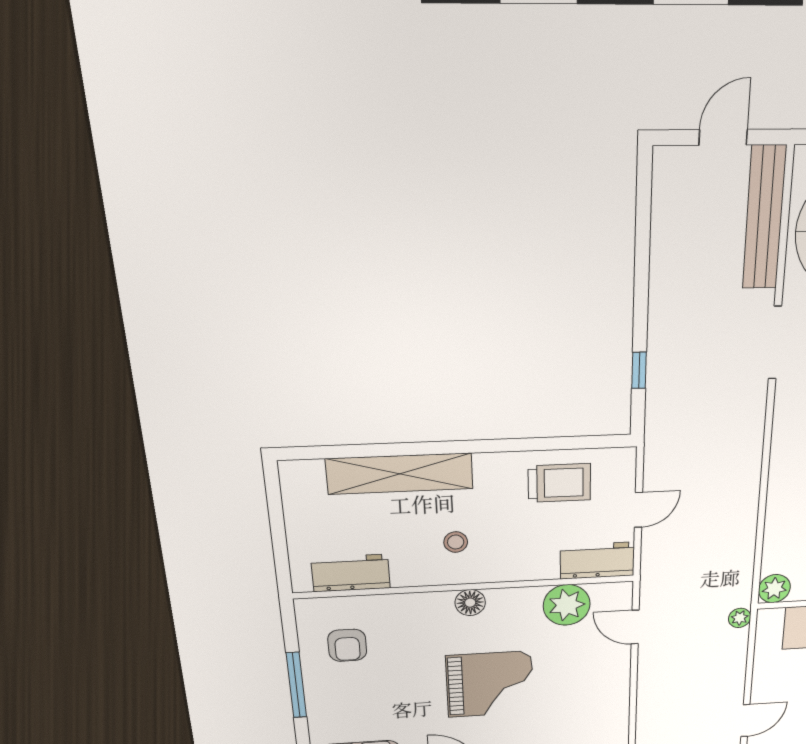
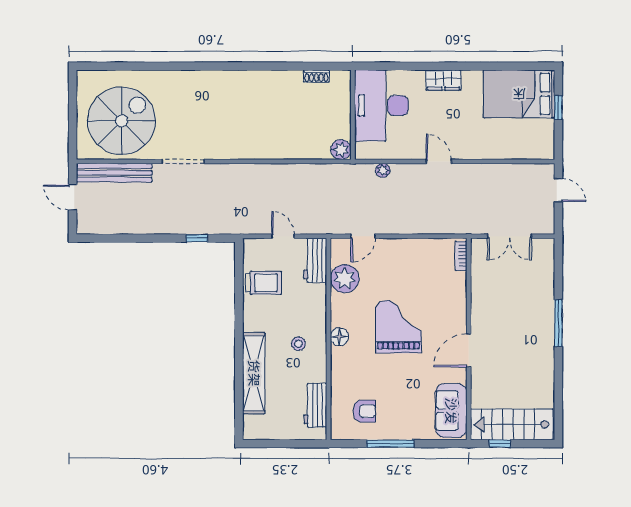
trolley: (559, 483) -> (263, 283), turned 90
plant: (740, 618) -> (383, 170), moved

